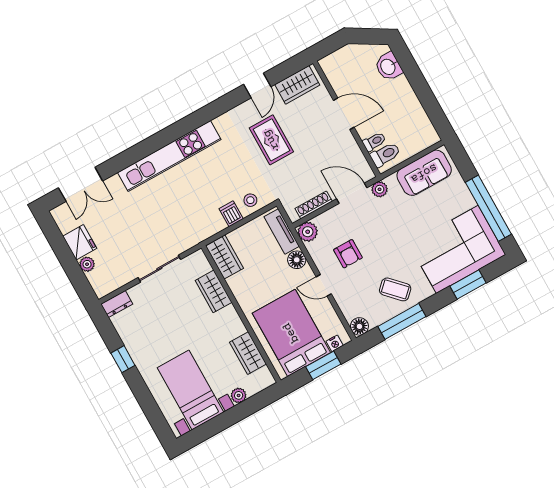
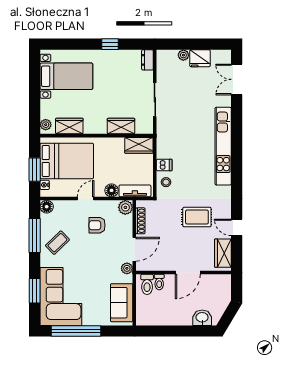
plant: (239, 395) -> (46, 125), moved

